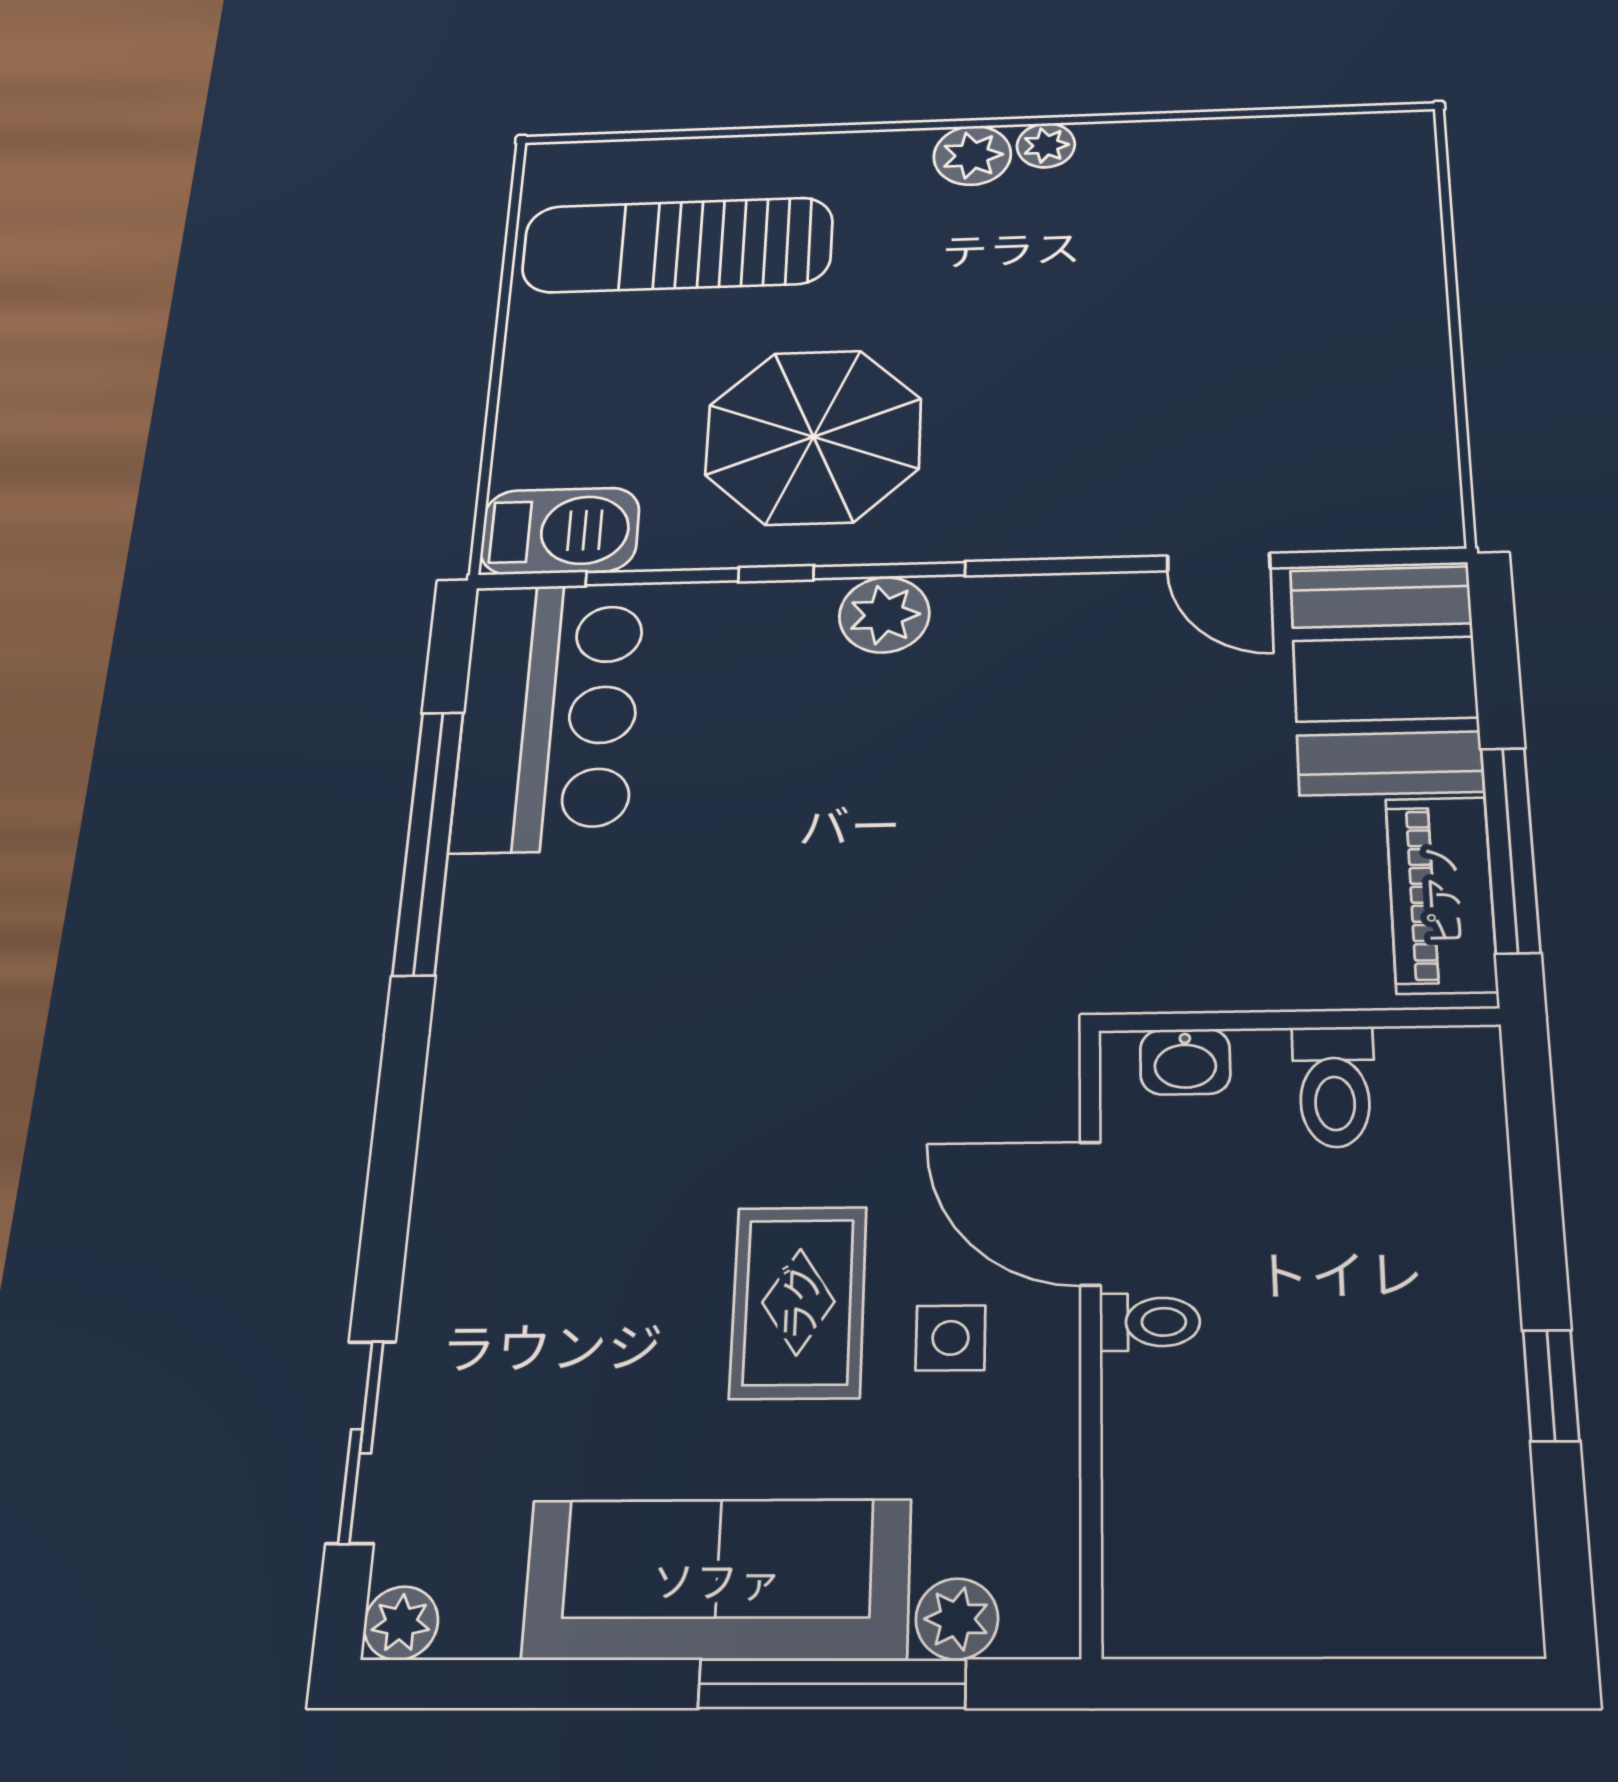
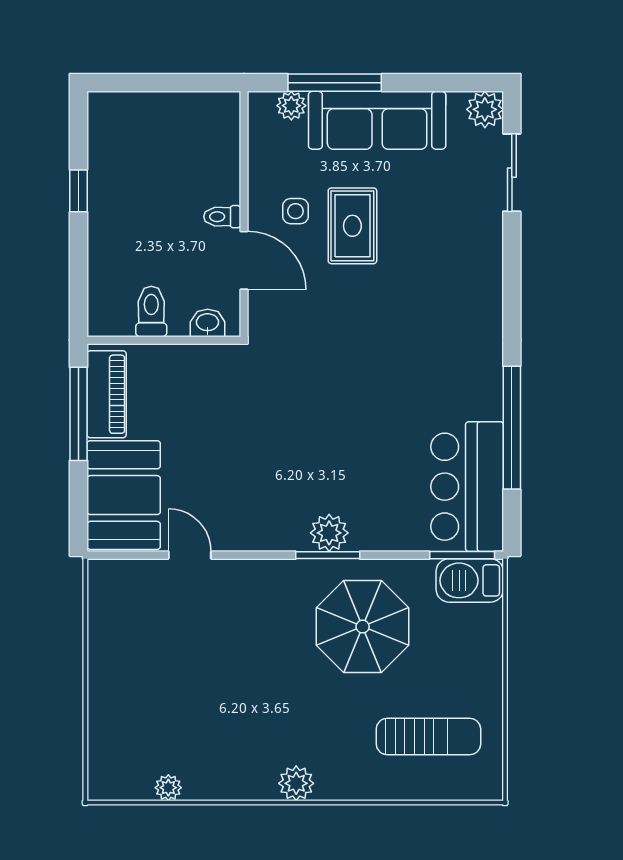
plant: (1046, 145) -> (168, 788), moved
sun lounger: (677, 245) -> (428, 737), width x0.73, depth x0.75
window: (662, 577) -> (462, 555), moved
plant: (401, 1623) -> (485, 109), width x1.38, depth x1.38

